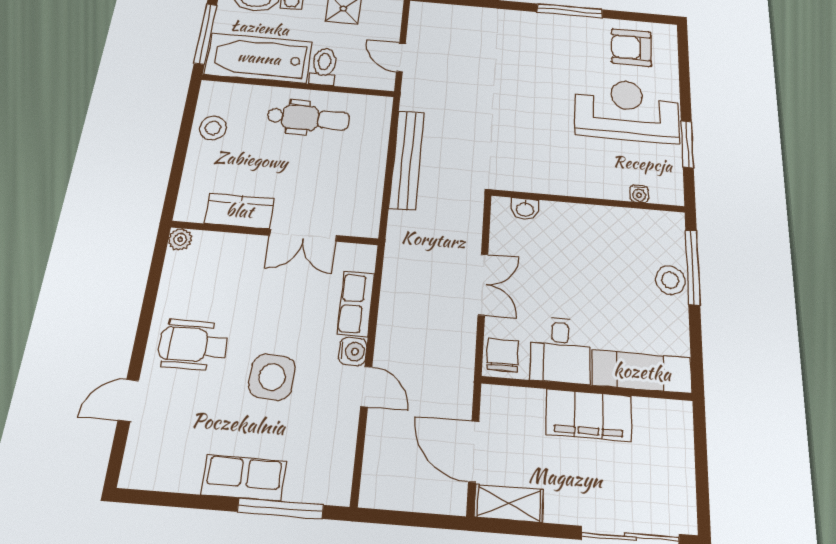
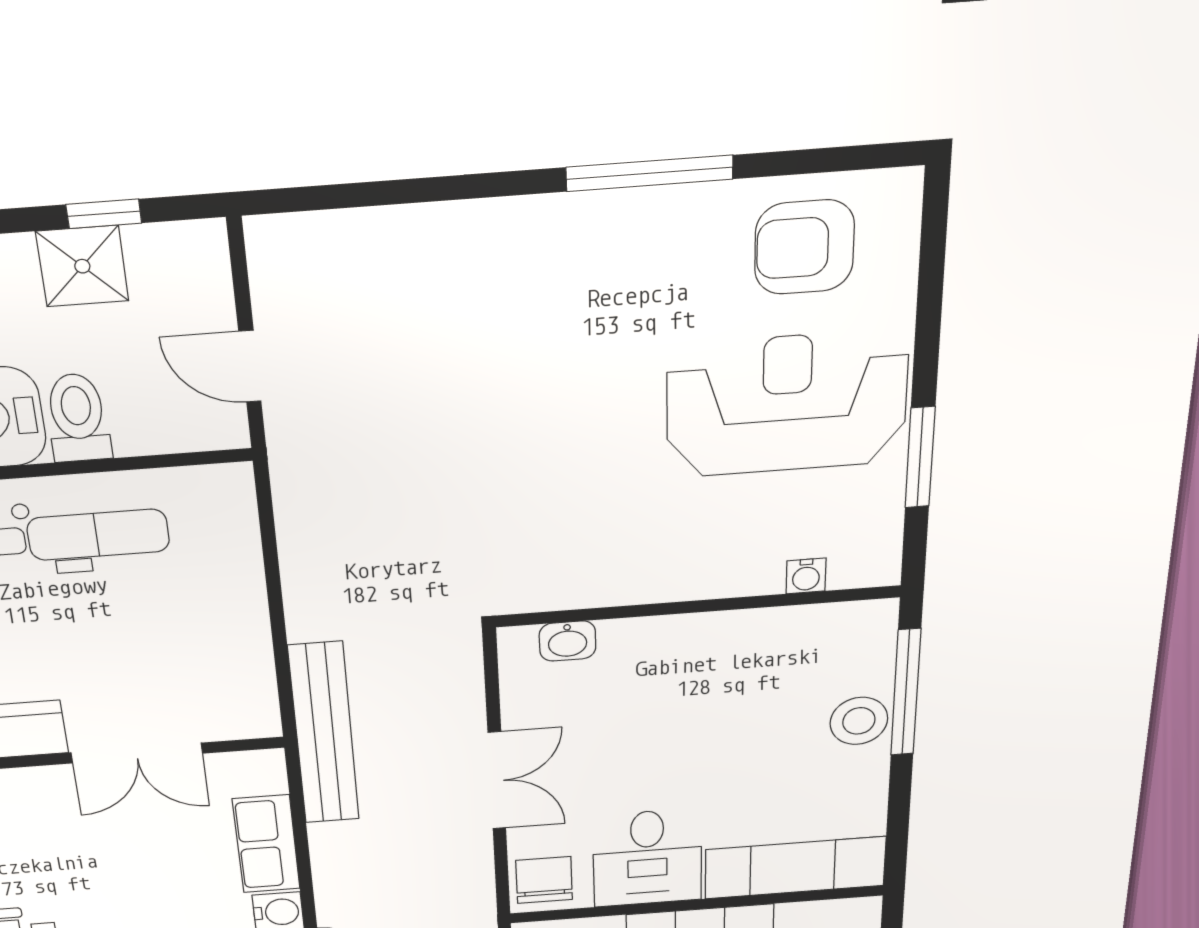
bench: (407, 160) -> (324, 734), moved

